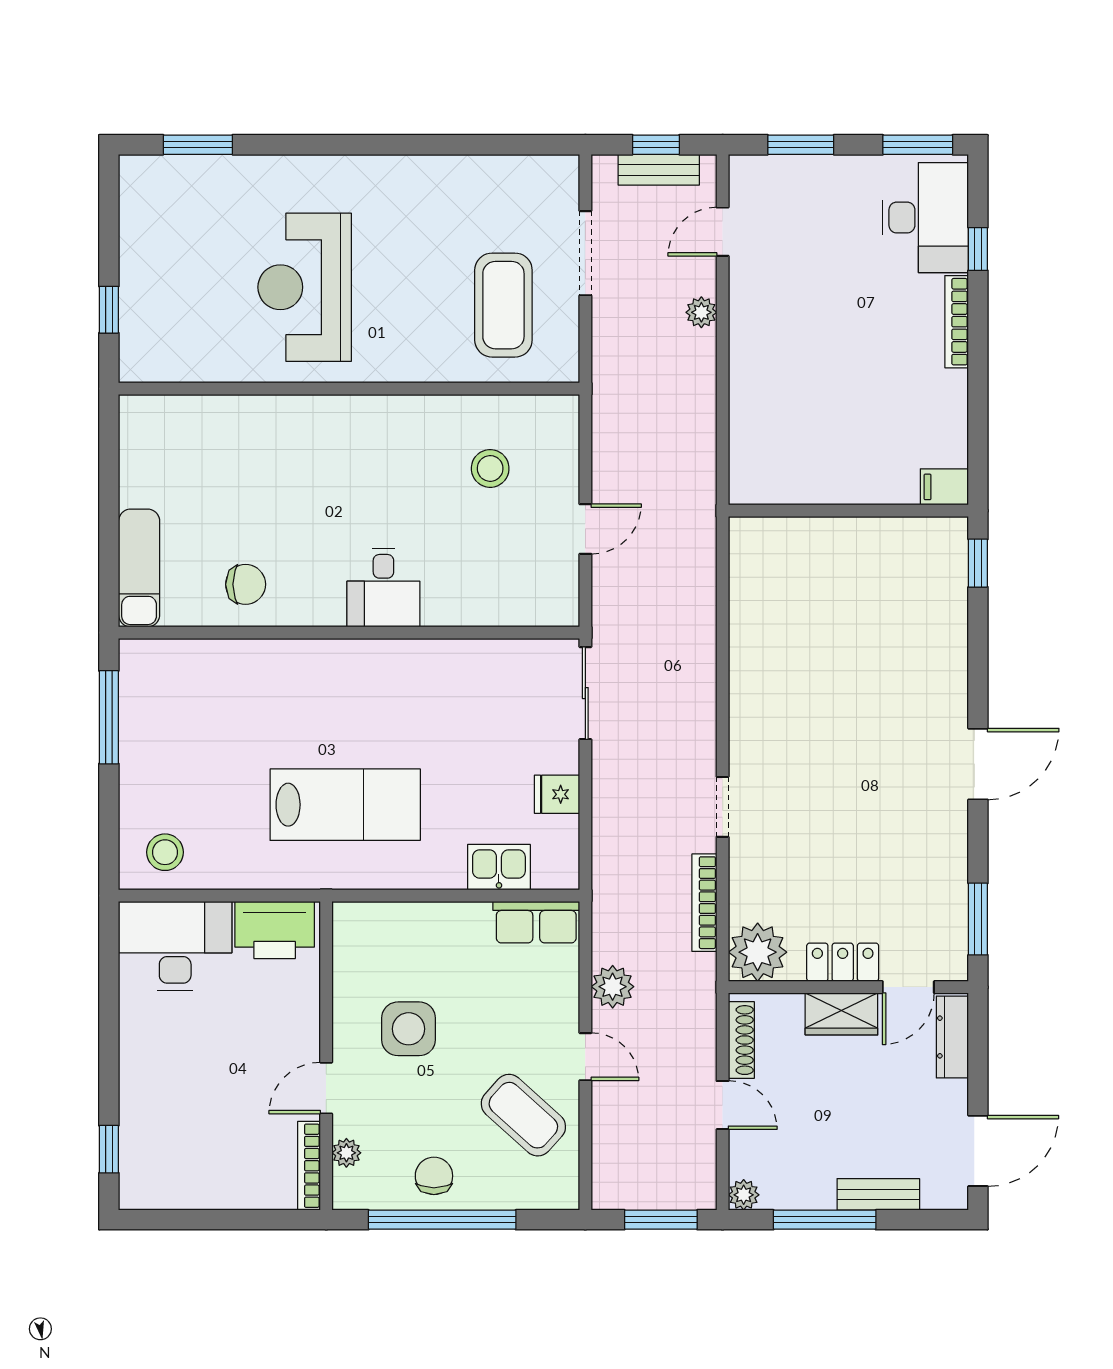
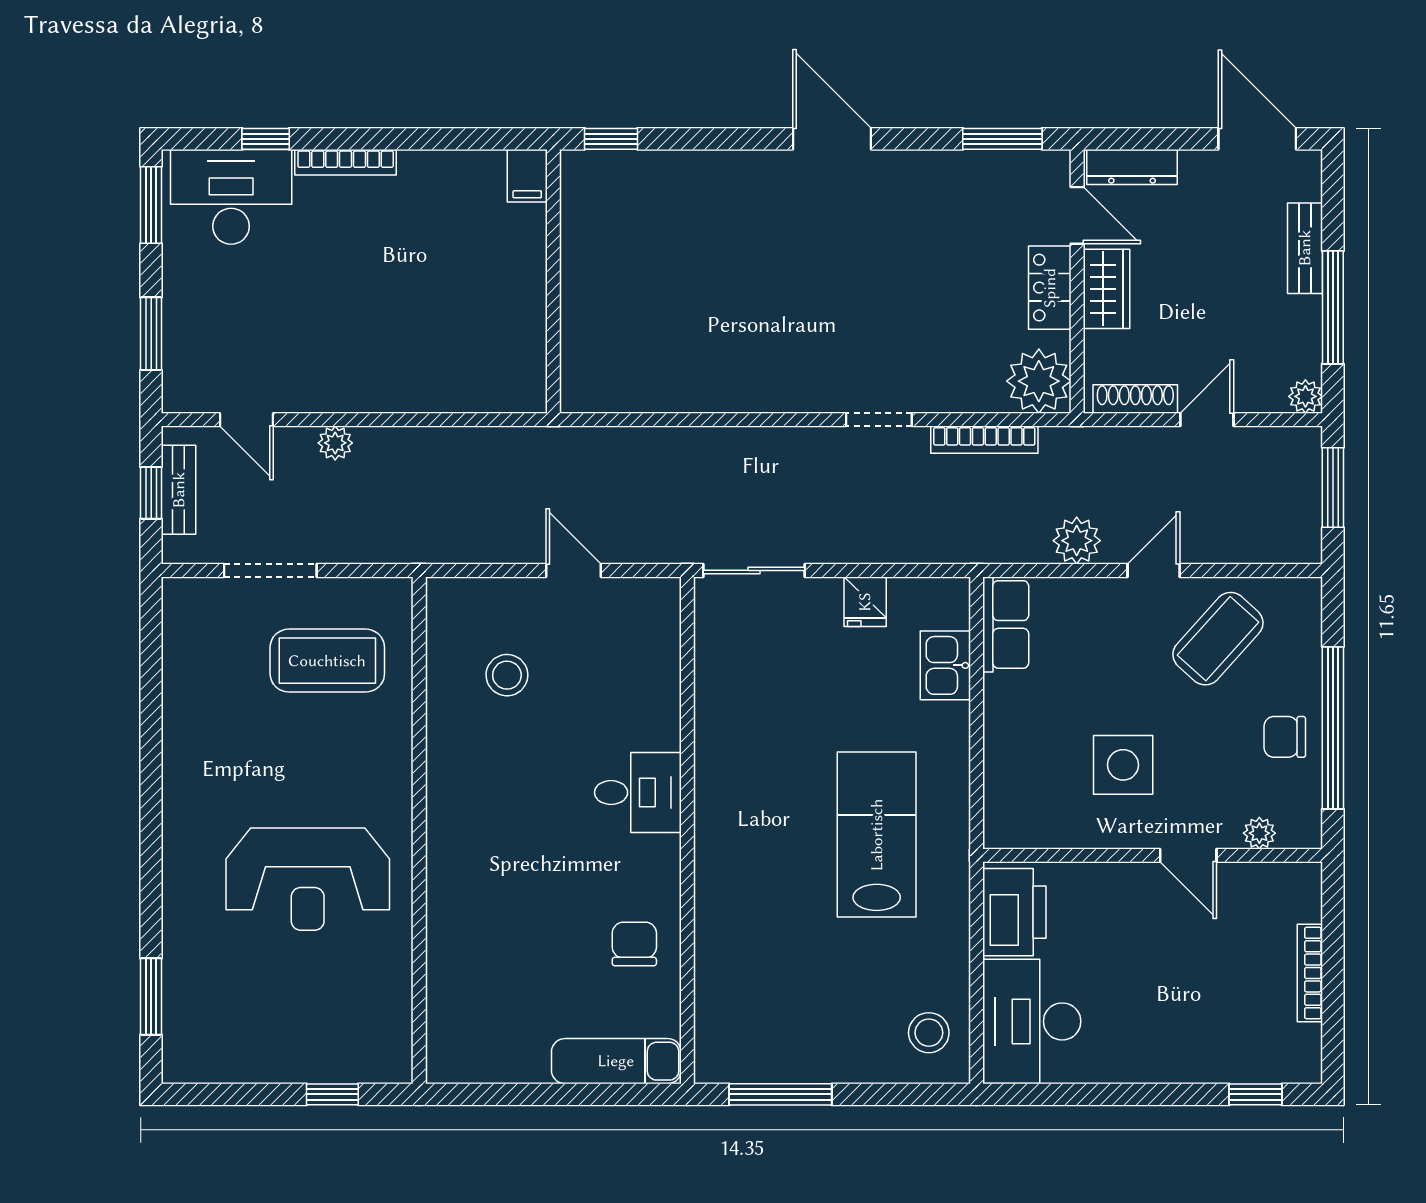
bookcase: (309, 1166) -> (1310, 973), moved, turned 90

